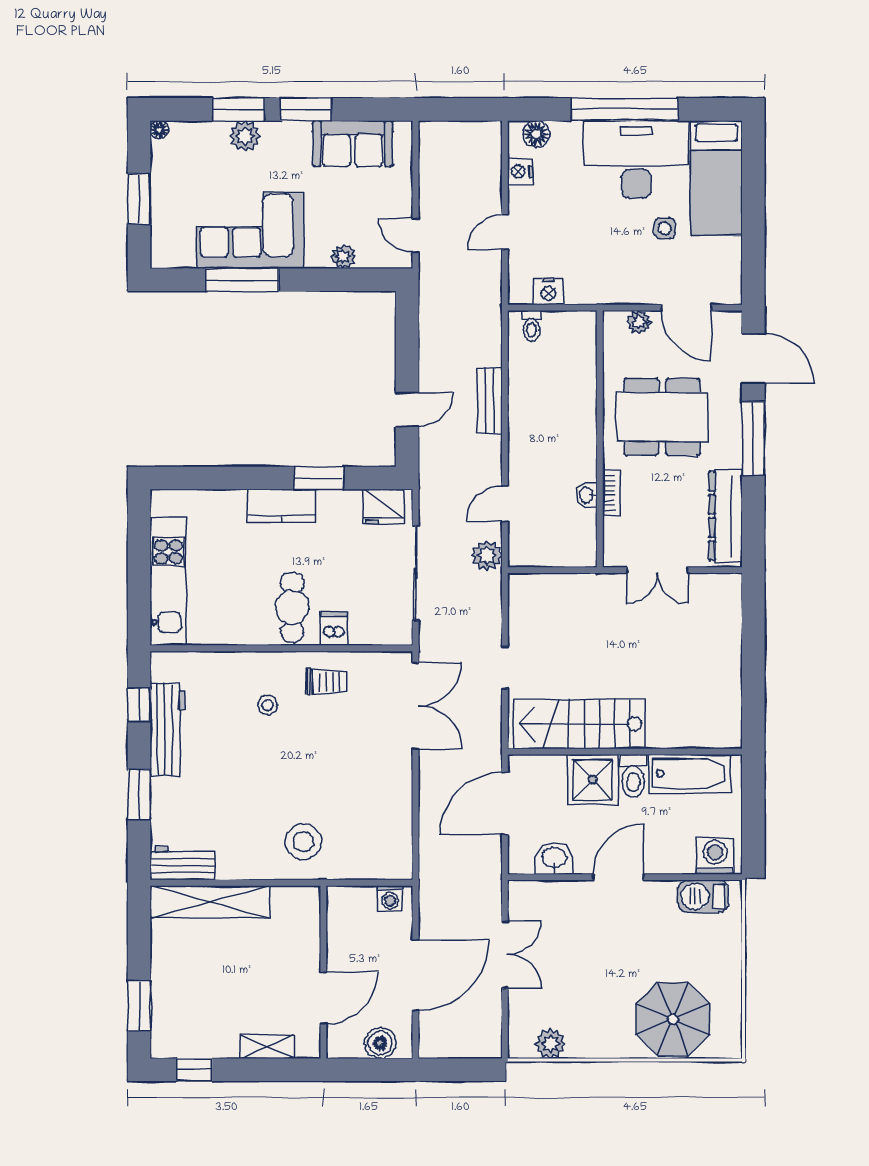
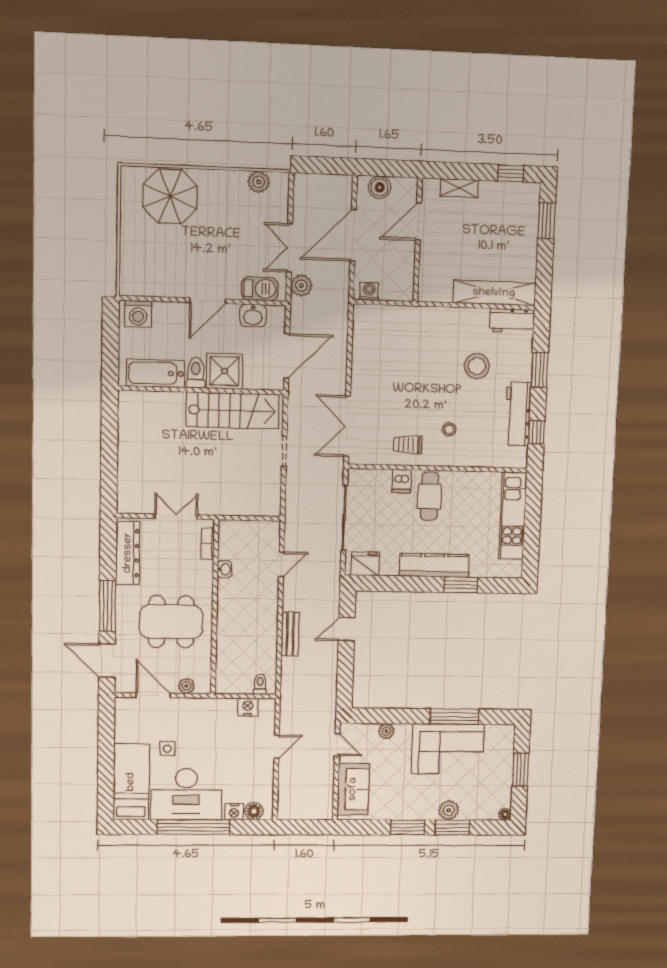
sofa: (353, 144) -> (353, 789), moved, turned 90
nightstand: (520, 171) -> (234, 812), moved, turned 90
window: (319, 478) -> (461, 585), moved
bookcase: (612, 493) -> (208, 544), moved
kitchen counter: (282, 506) -> (434, 565), width x1.50
plant: (487, 555) -> (301, 286), moved
stool: (303, 842) -> (477, 366), moved
barbecue: (703, 896) -> (260, 289), moved

